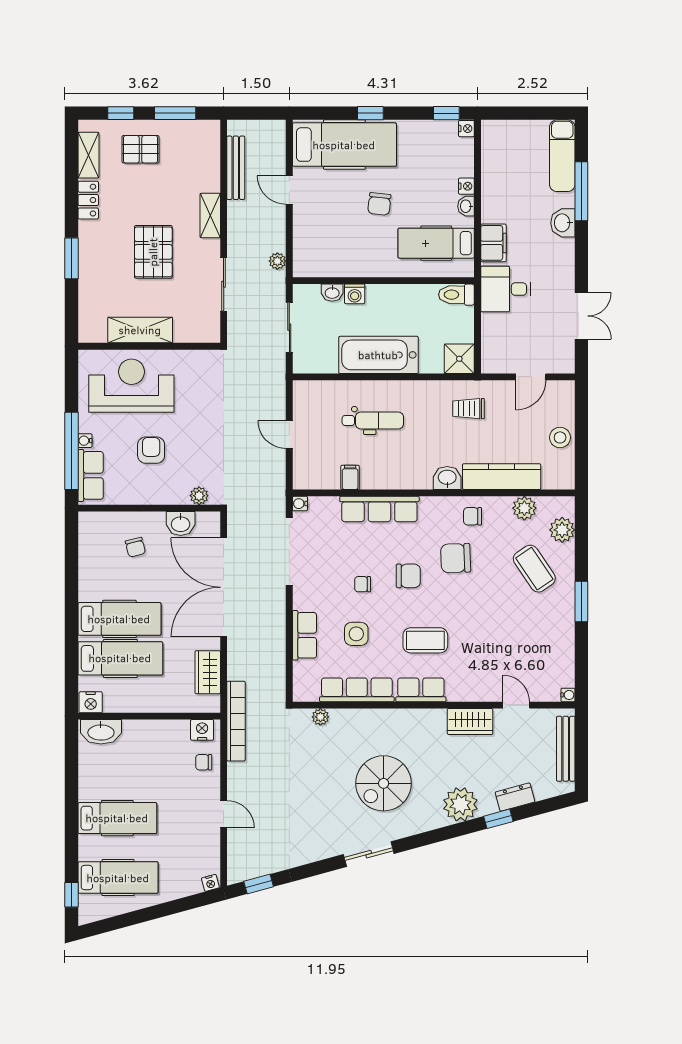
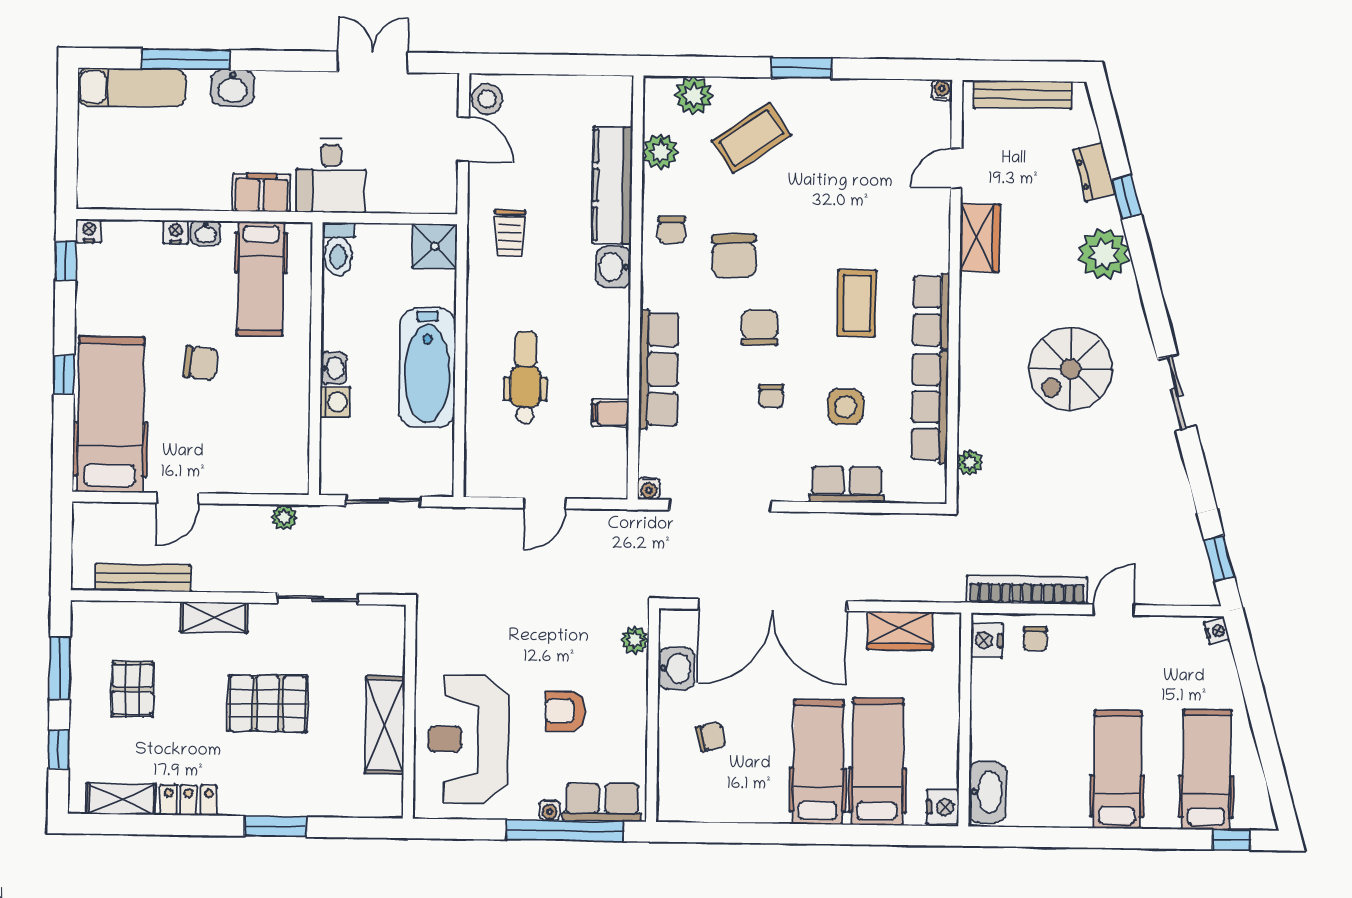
pallet: (141, 149) -> (132, 689), moved
washbasin: (332, 293) -> (334, 368), moved
stool: (560, 437) -> (487, 99), moved
bookcase: (236, 721) -> (1027, 590), moved
spiral stairs: (384, 783) -> (1071, 369), turned 90

